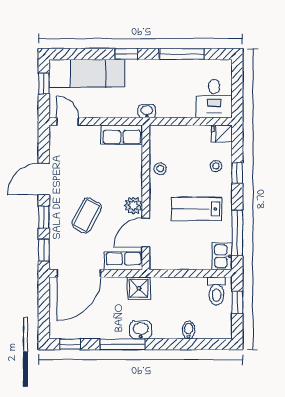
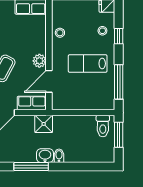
kitchen sink: (222, 256) -> (107, 99), removed
window: (237, 302) -> (119, 135), width x1.50
bidet: (189, 330) -> (59, 156), moved

